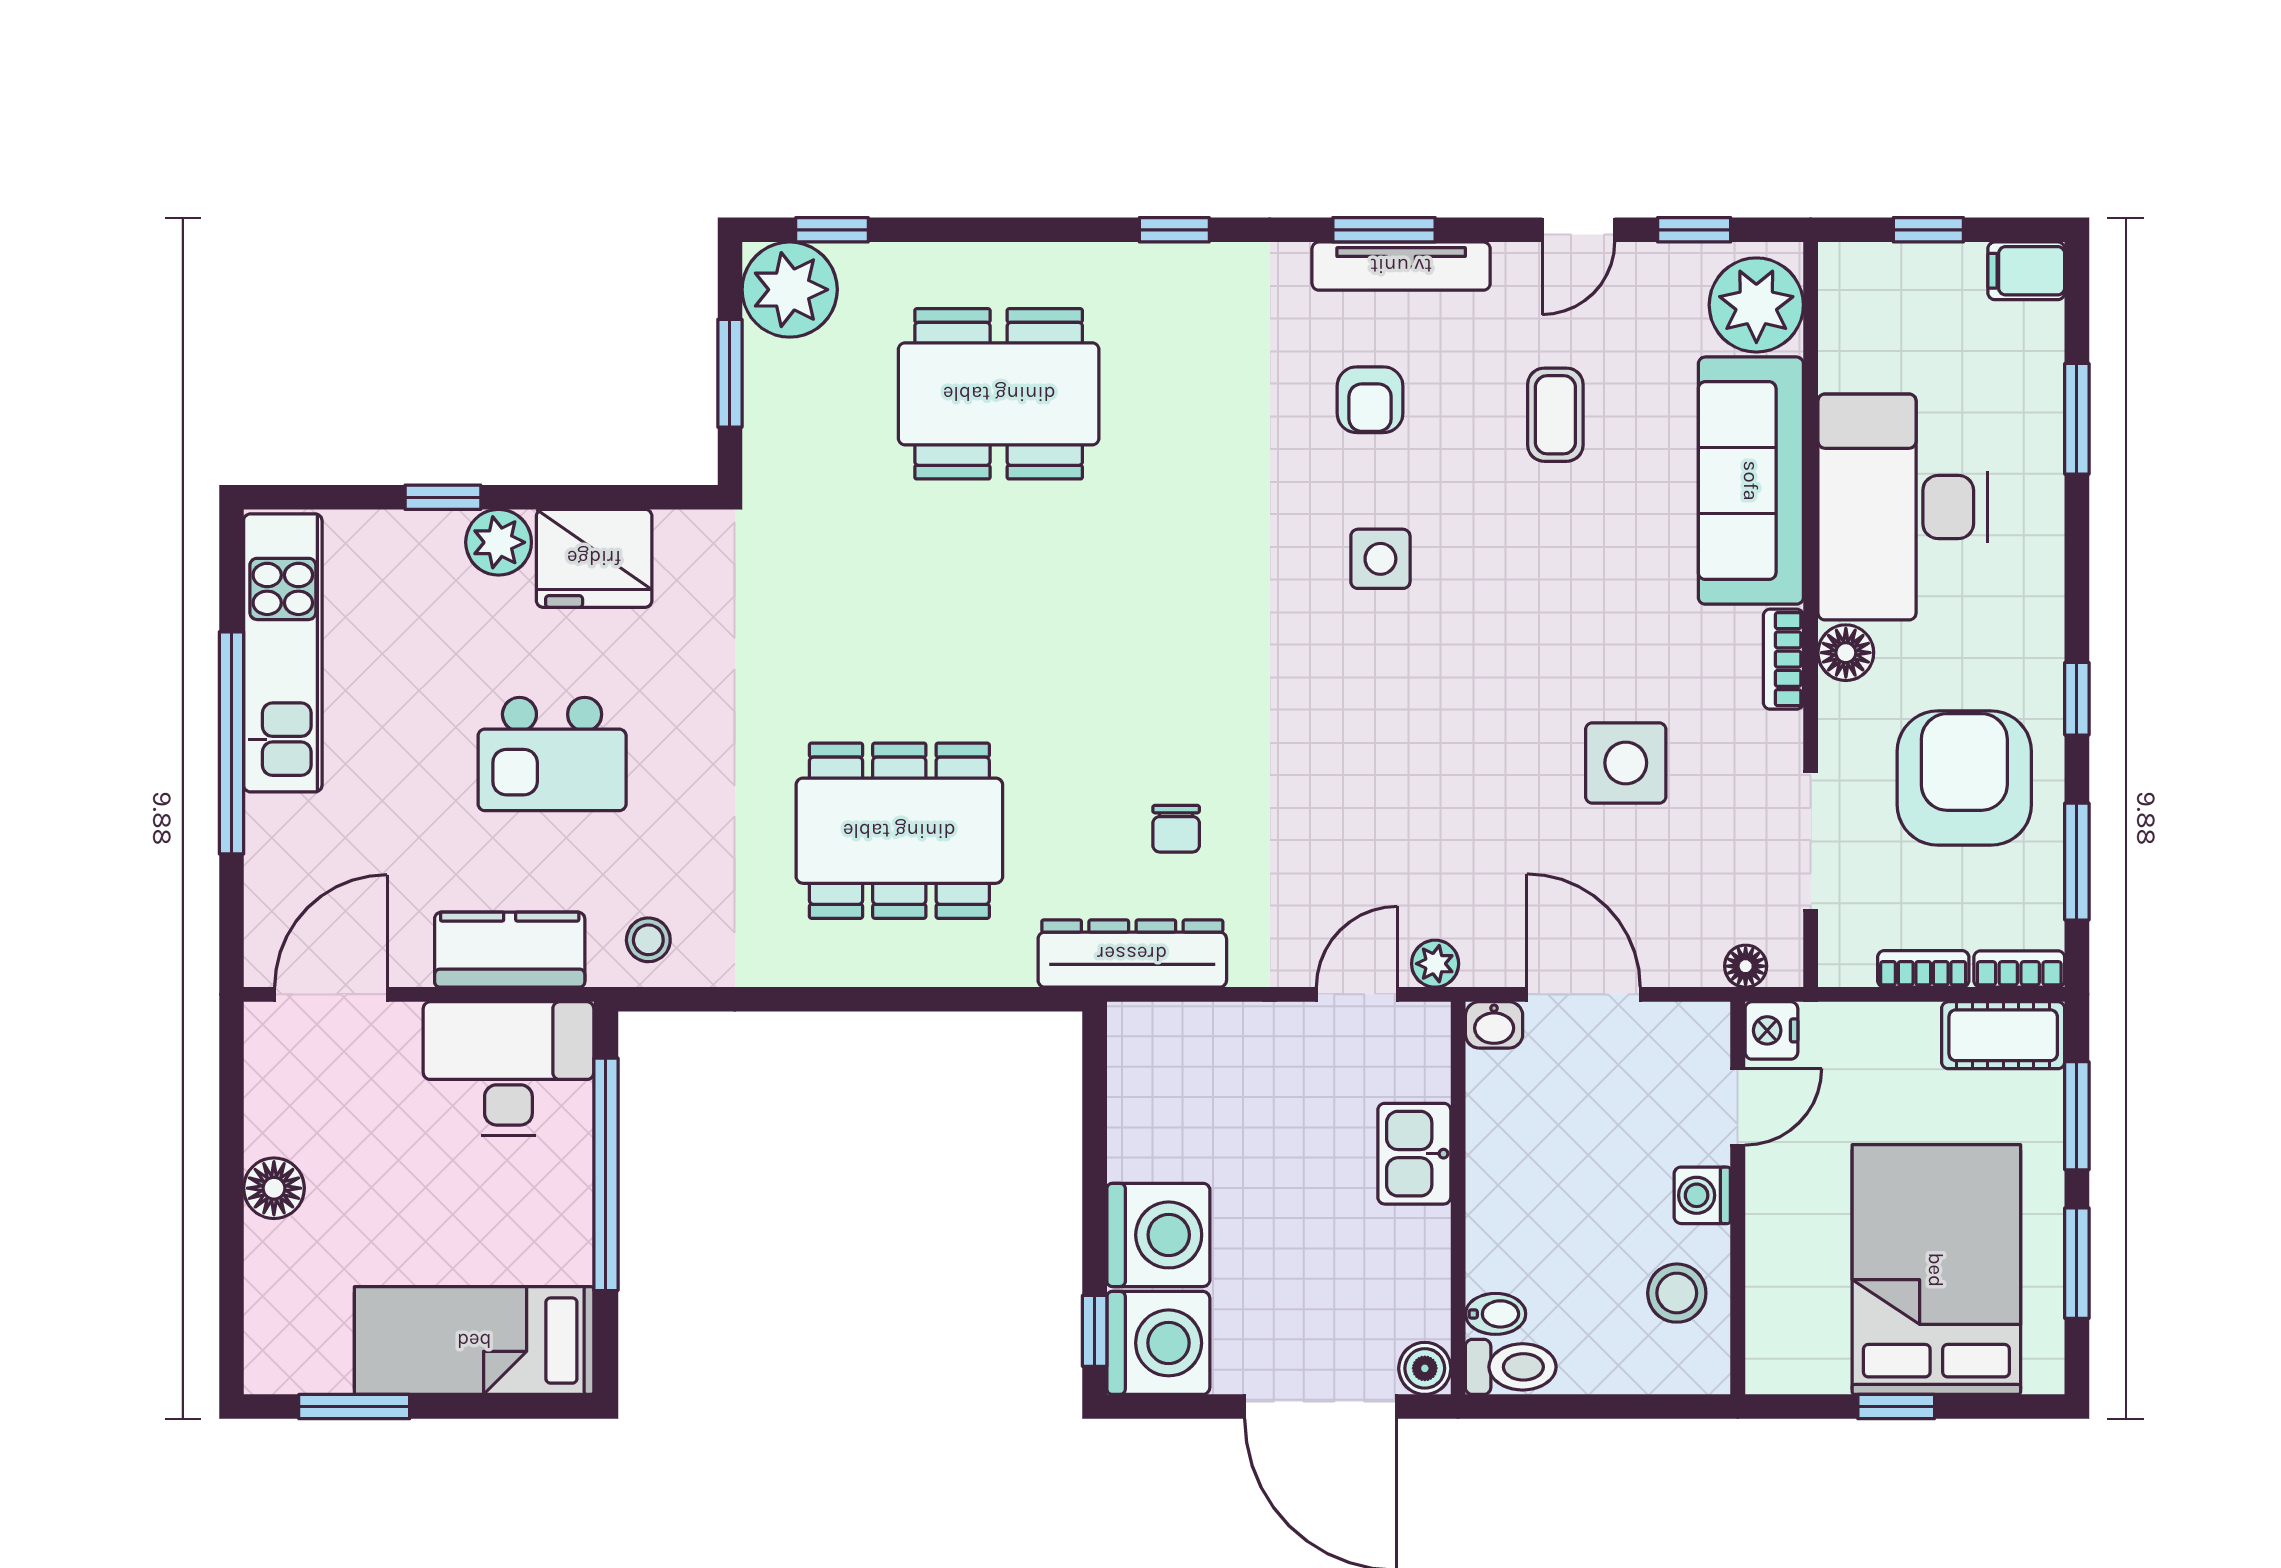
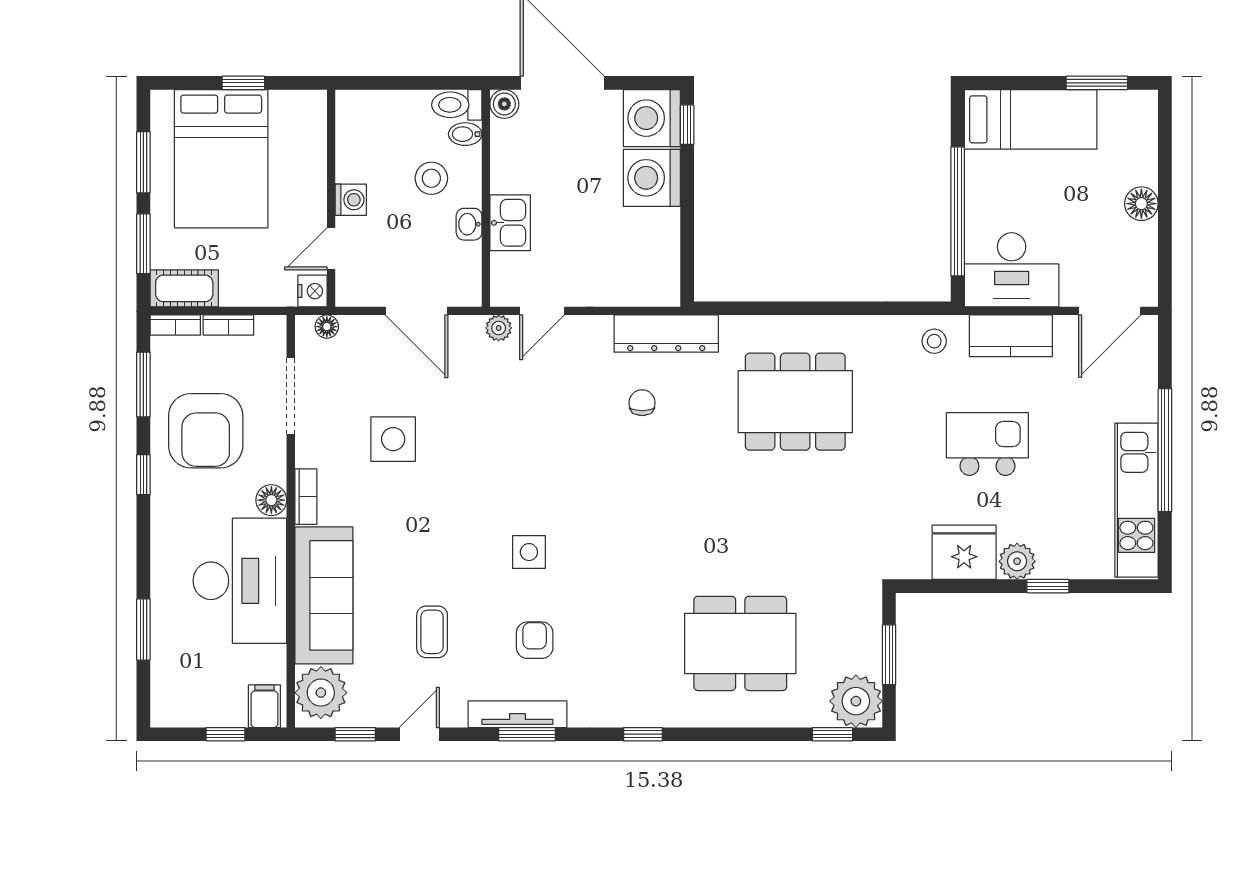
filing cabinet: (2026, 271) -> (264, 706), moved, turned -90
washbasin: (1494, 1025) -> (469, 224), moved, turned -90
stool: (1677, 1293) -> (431, 178), moved

